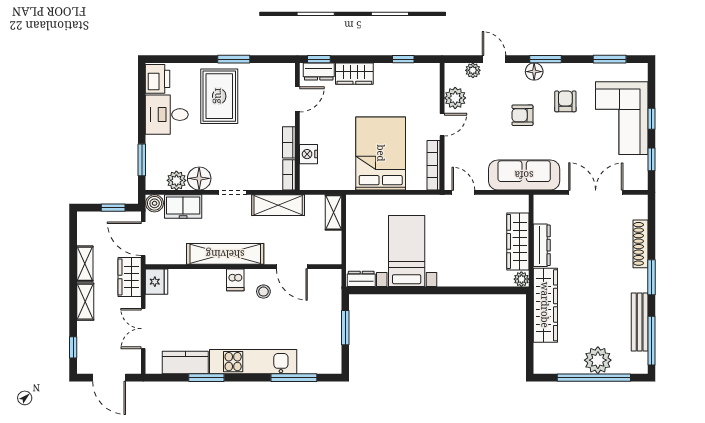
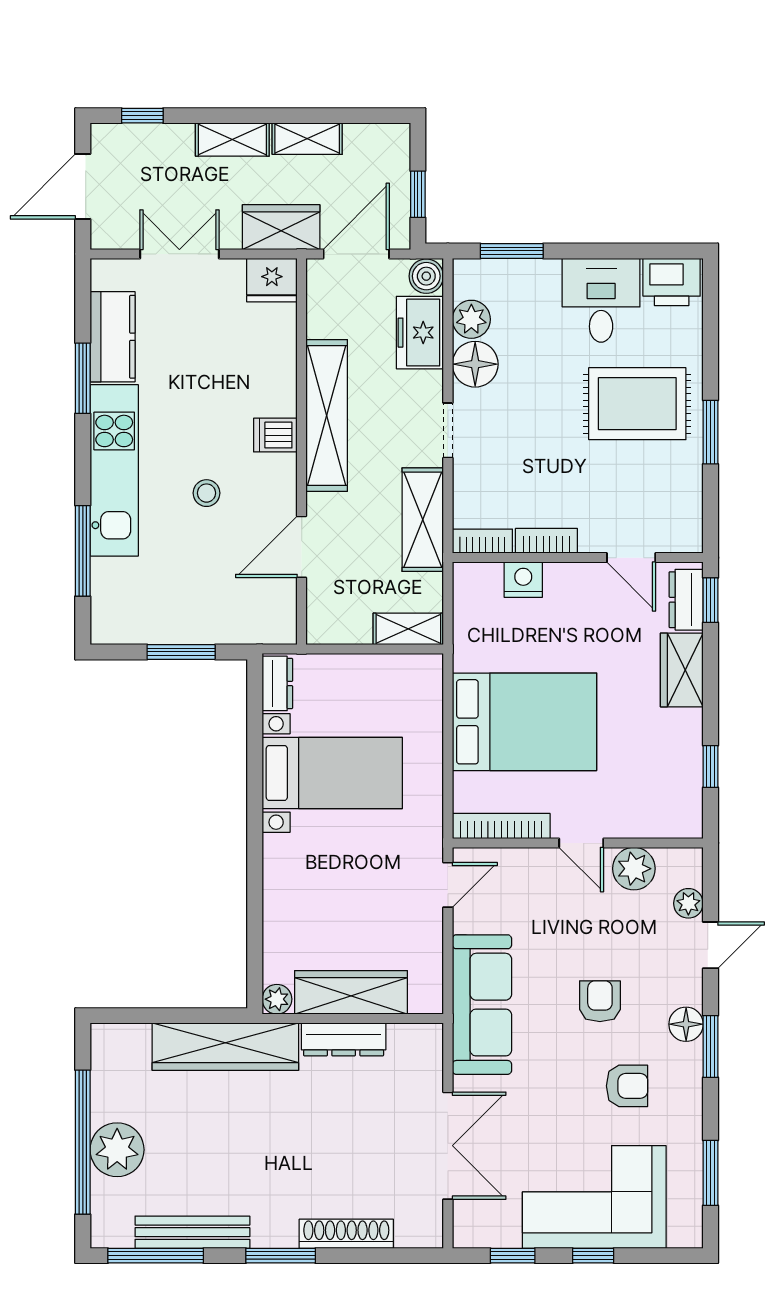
stool: (263, 292) -> (207, 493), moved

